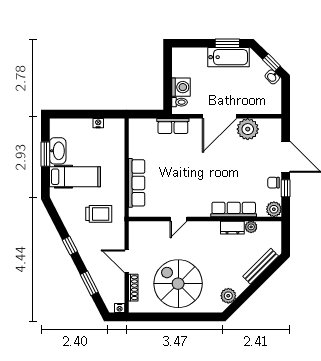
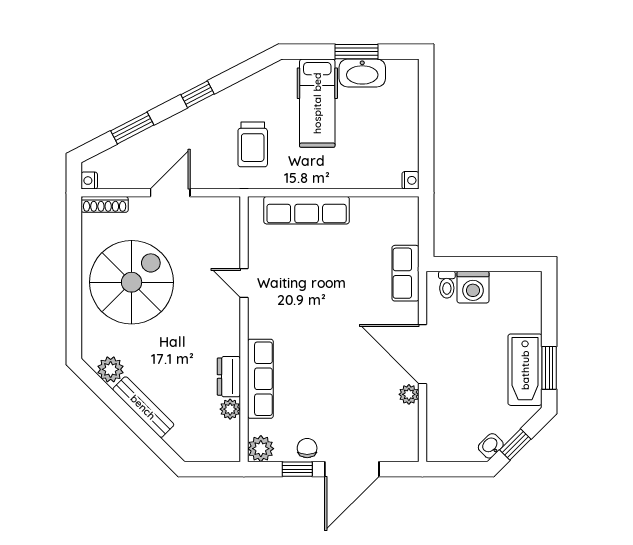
nightstand: (98, 123) -> (410, 180), moved
plant: (248, 129) -> (409, 394), width x0.53, depth x0.53
bench: (261, 266) -> (143, 407), moved
shoe rack: (133, 288) -> (105, 204), moved

